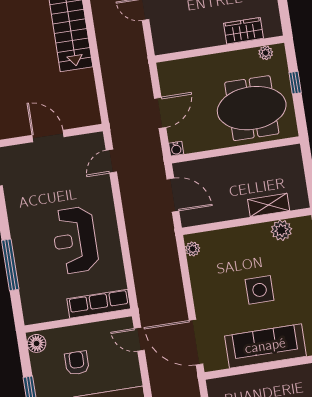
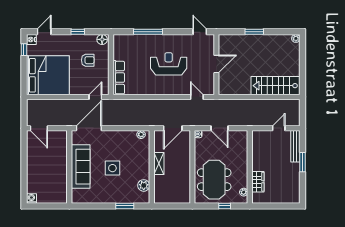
shelving: (269, 205) -> (159, 163), moved
reception desk: (75, 240) -> (169, 64), moved

